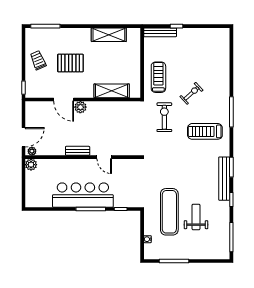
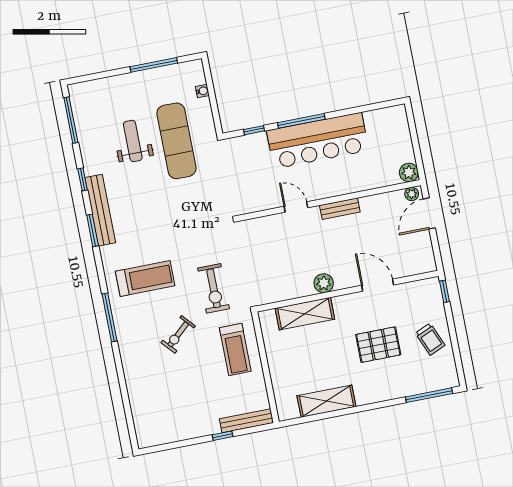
plant: (80, 107) -> (324, 283), moved
weight bench: (196, 217) -> (133, 141), turned 180

